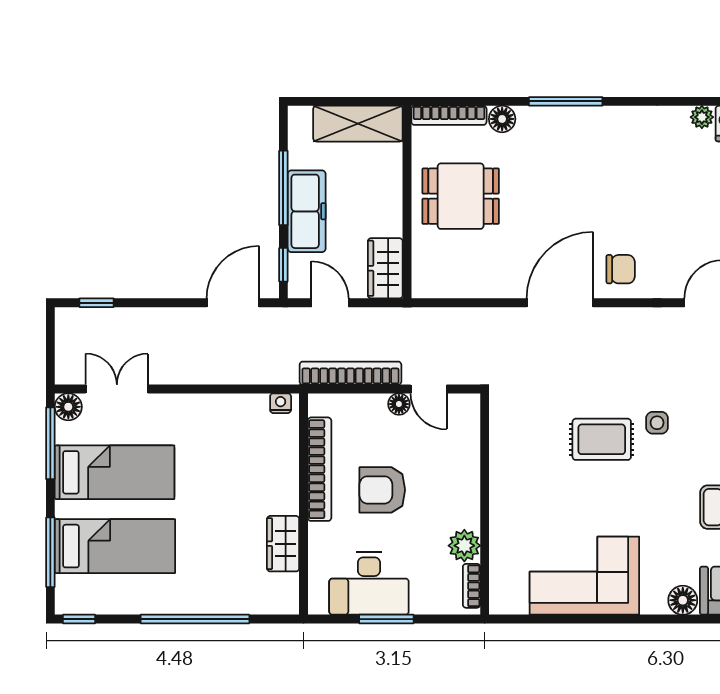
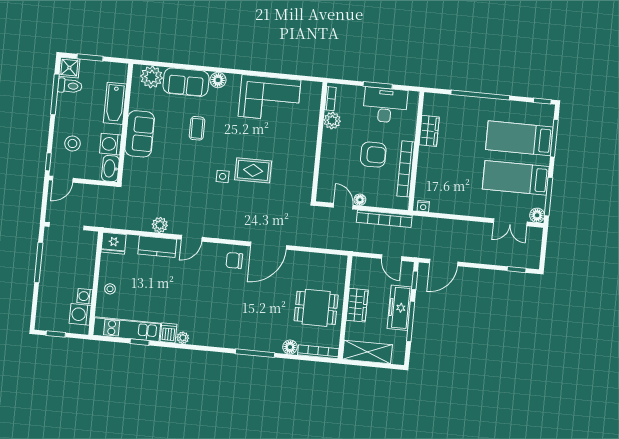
wardrobe: (385, 268) -> (357, 305), moved

